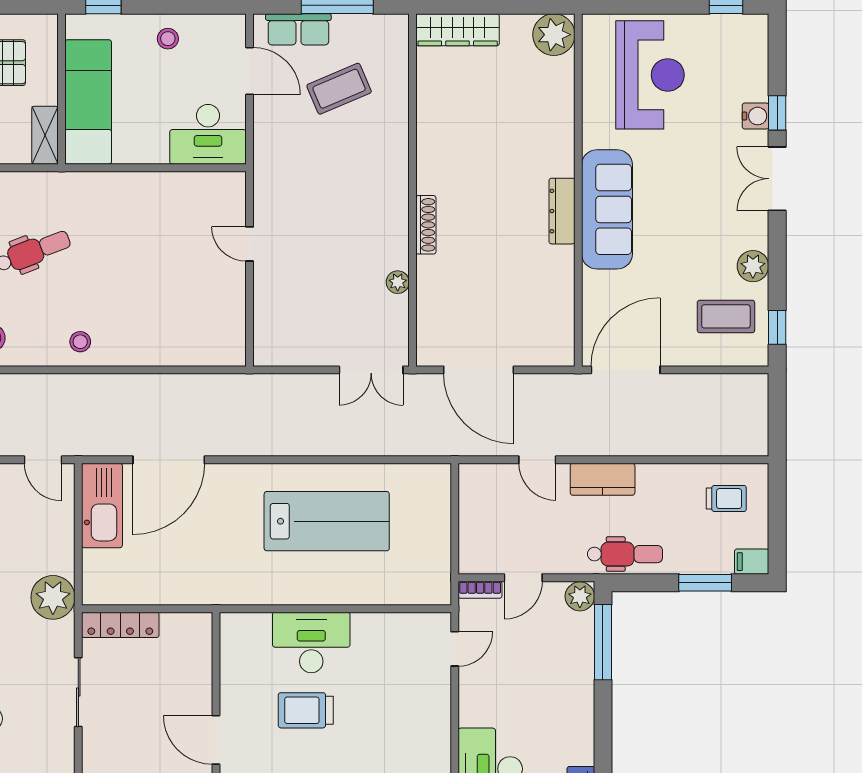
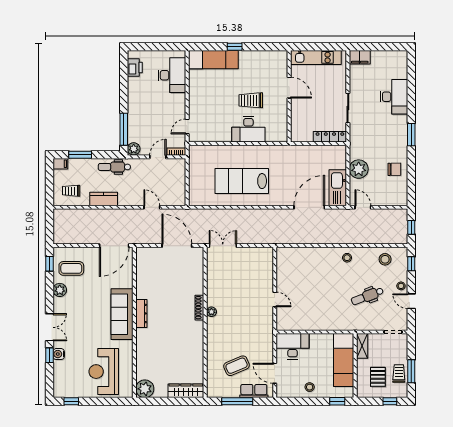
plant: (398, 282) -> (211, 312), moved
kitchen counter: (603, 479) -> (104, 199), moved
plant: (53, 597) -> (359, 169), moved
trolley: (306, 710) -> (251, 100), turned 180

